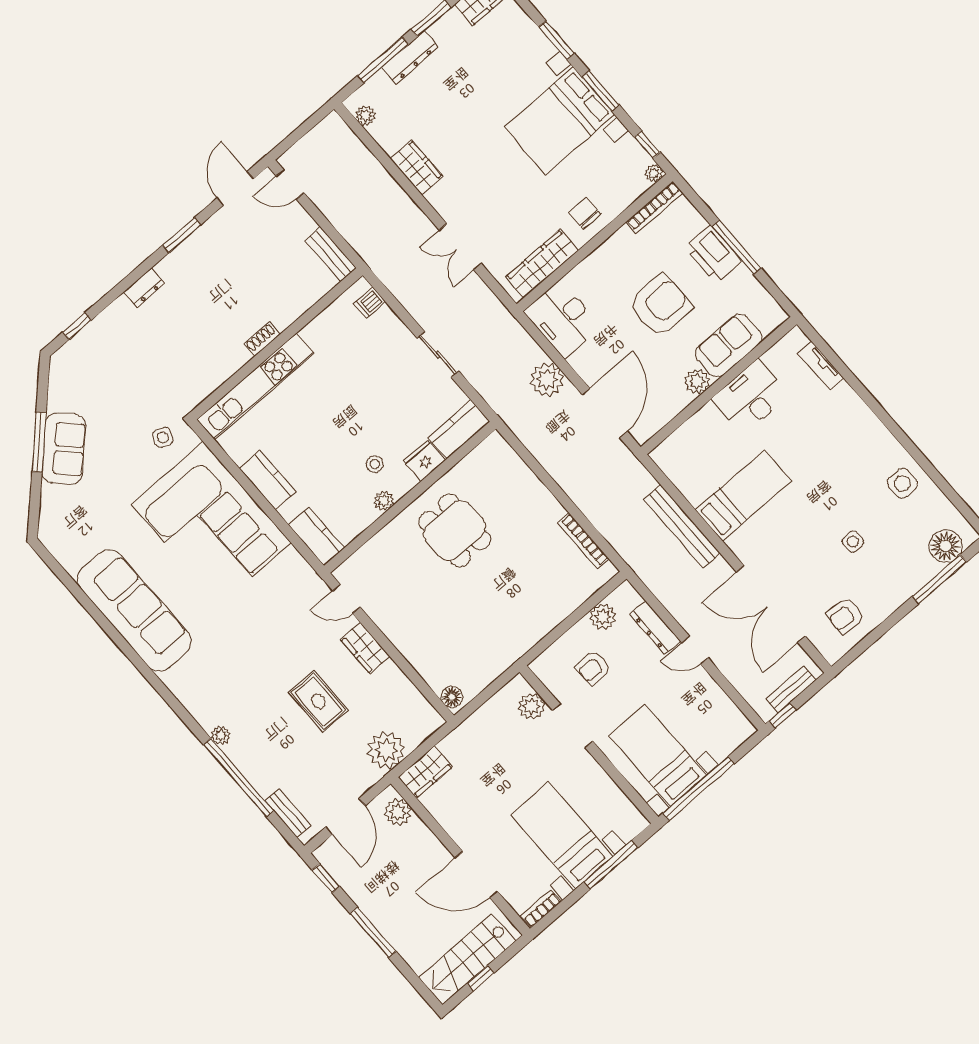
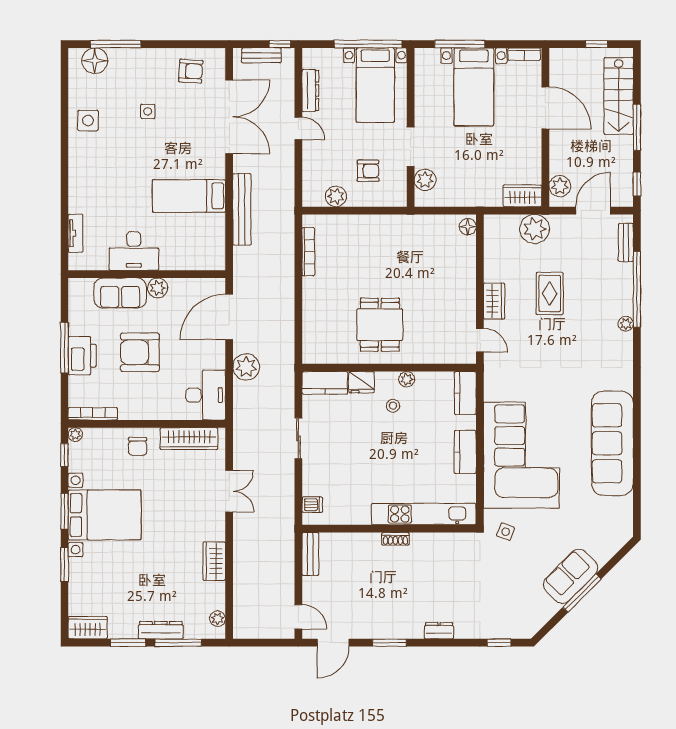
dresser: (655, 627) -> (310, 90), moved
stairs: (467, 959) -> (619, 96), moved, turned 90

